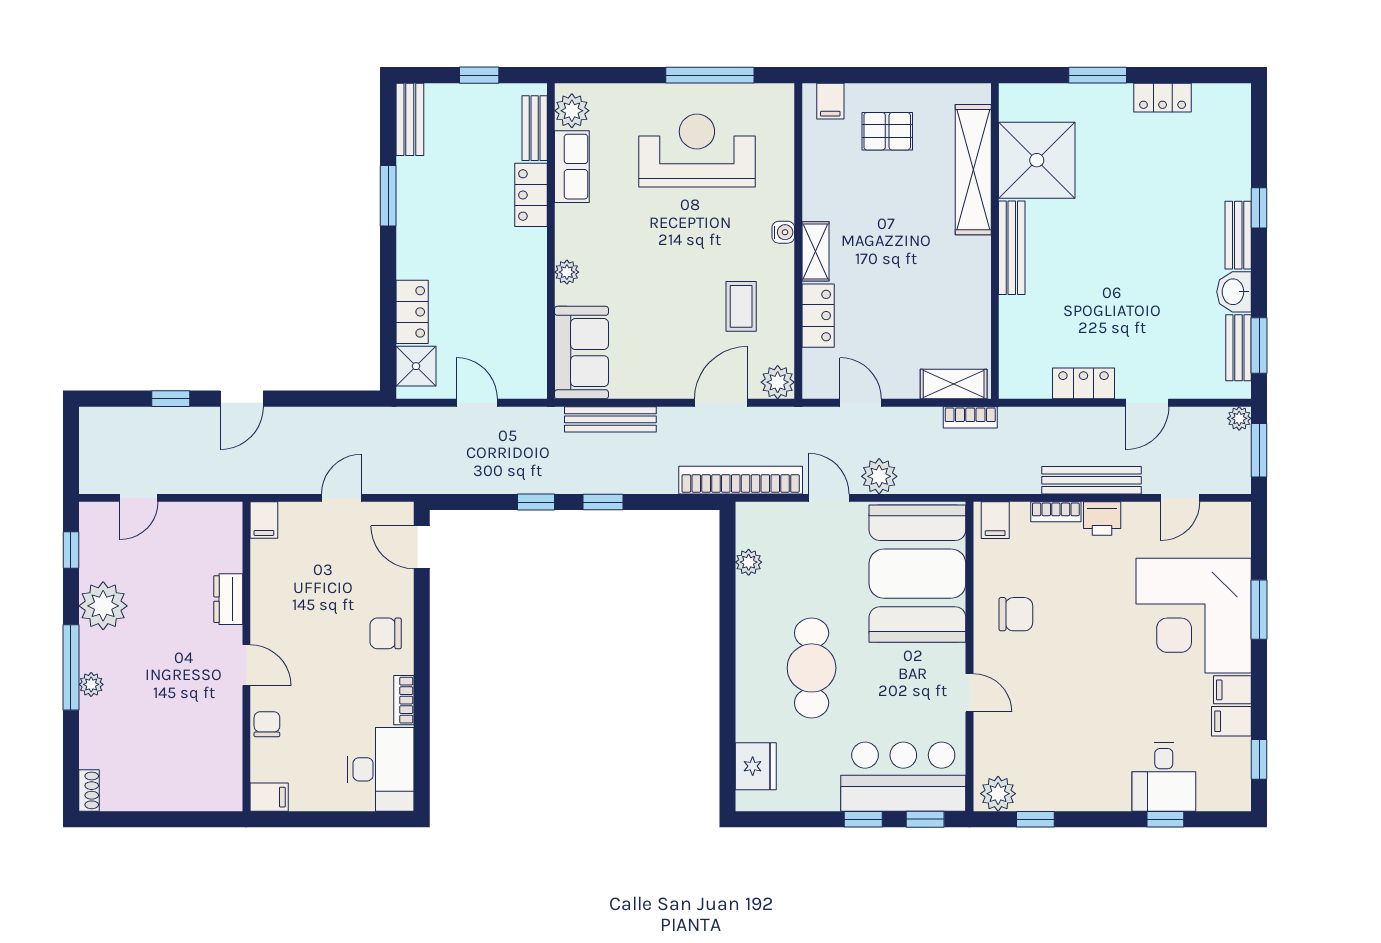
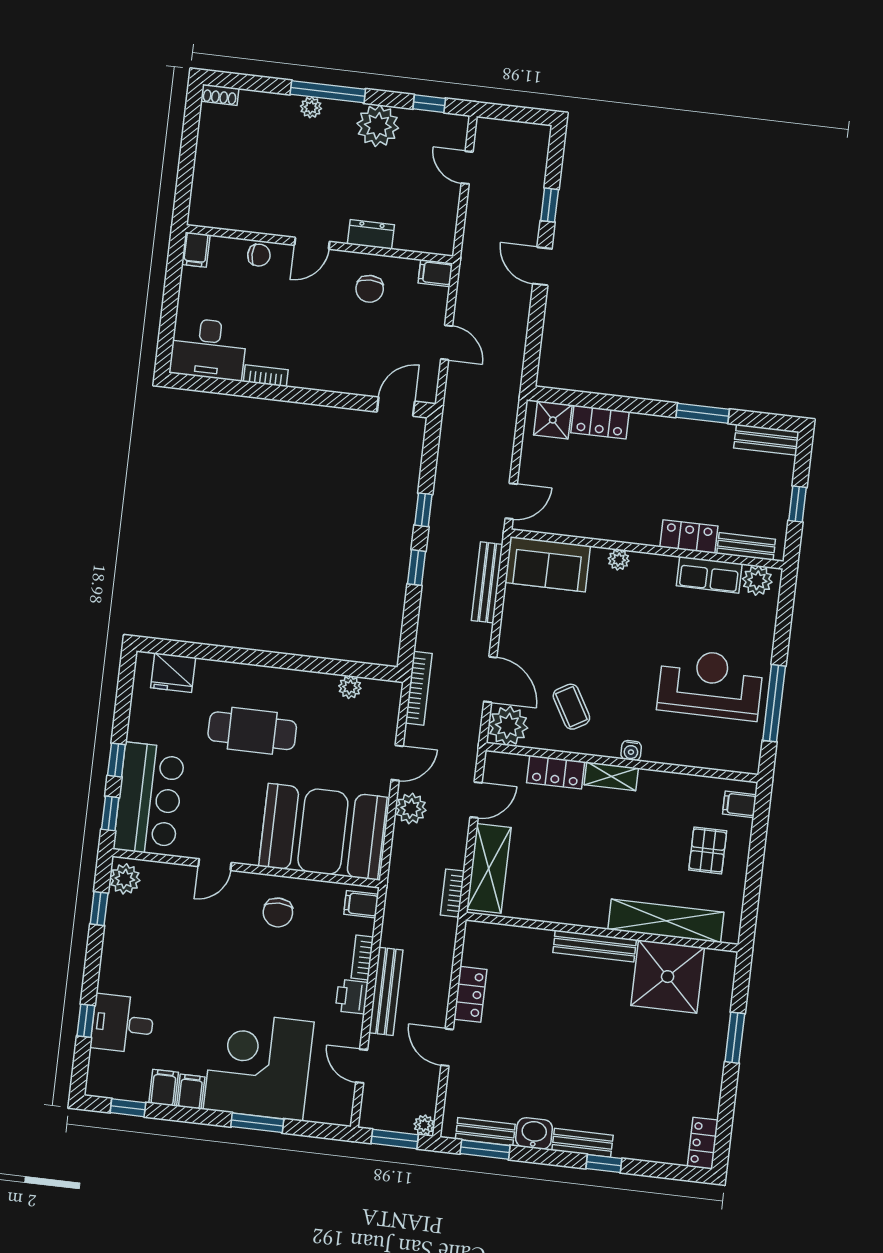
locker: (1163, 98) -> (703, 1143), moved
reception desk: (697, 151) -> (710, 684), turned -90
coffee table: (741, 306) -> (571, 707), turned 60
plant: (778, 382) -> (508, 726), width x1.36, depth x1.36
shelving: (954, 384) -> (489, 868), width x1.50, depth x1.33
door: (477, 403) -> (511, 501), moved
bookcase: (741, 480) -> (419, 688), width x0.68, depth x0.76
chair: (386, 633) -> (370, 289), moved, turned 180

